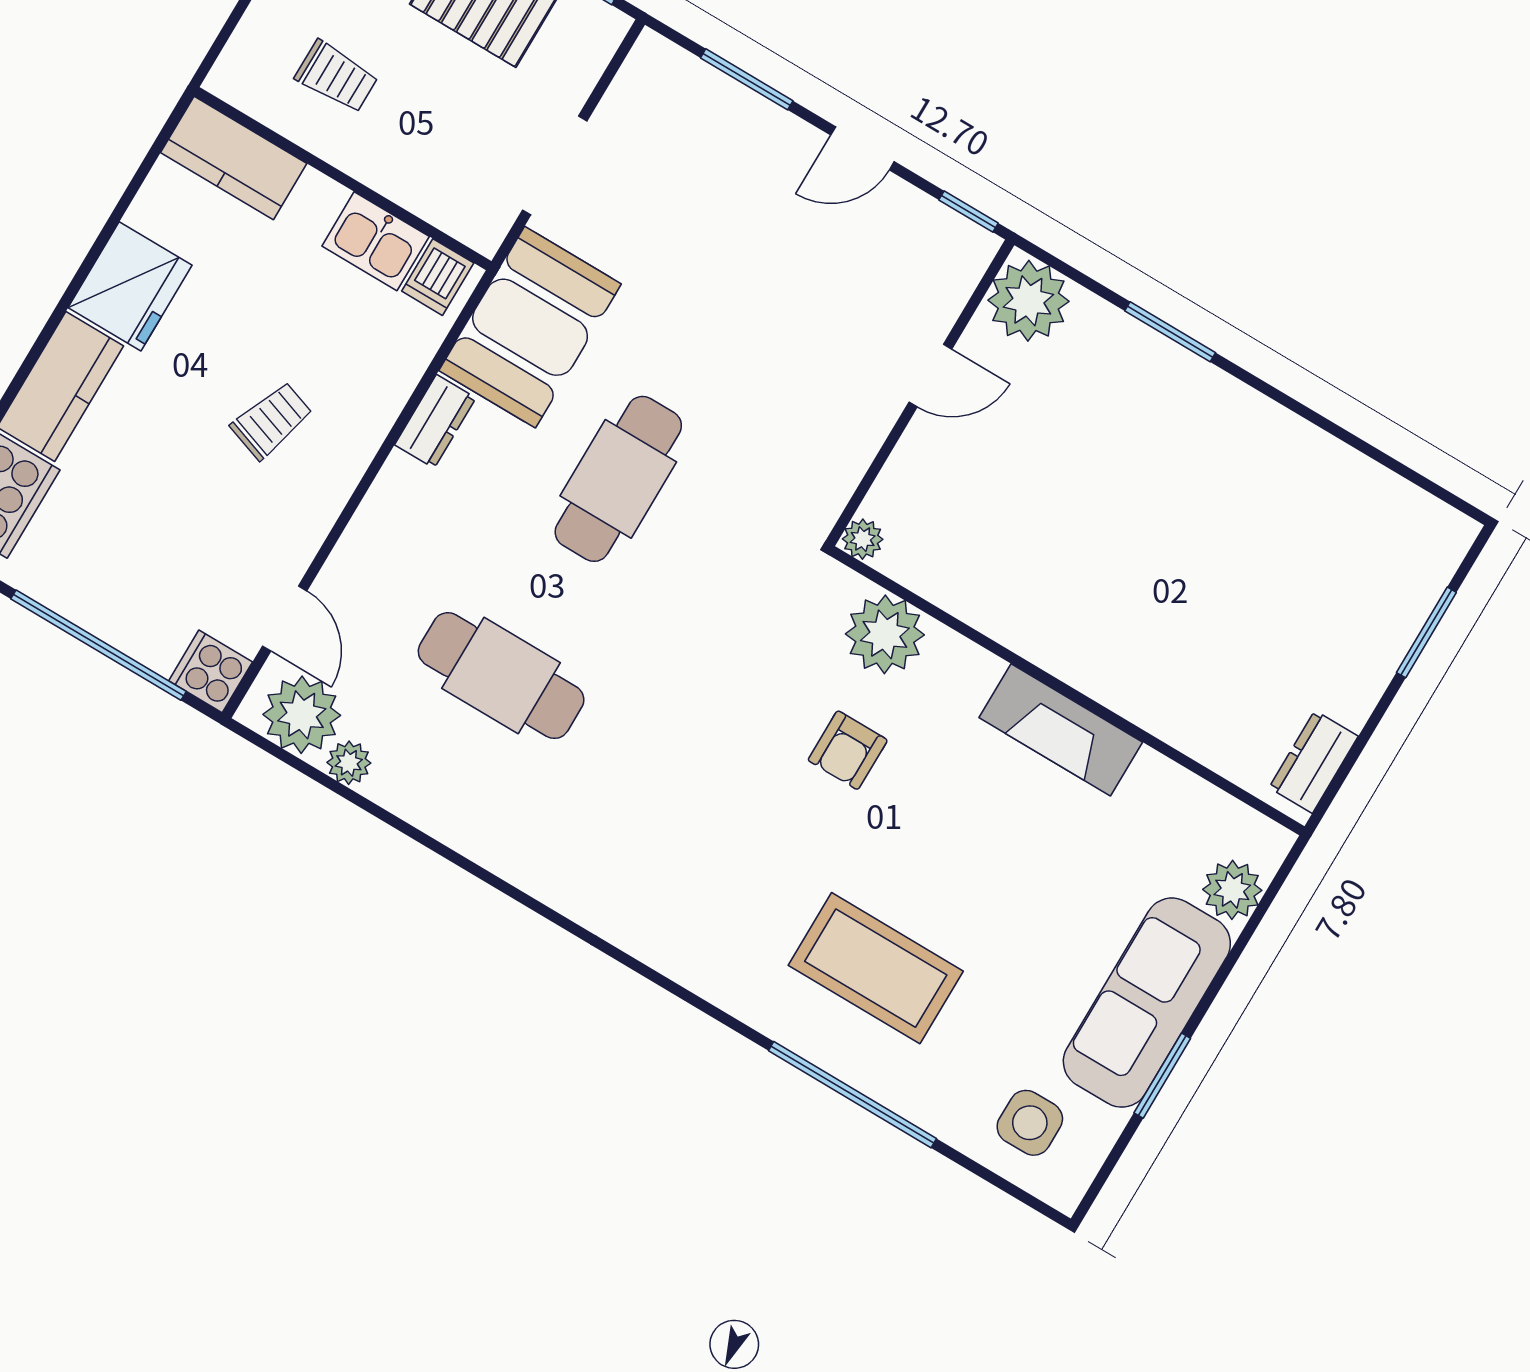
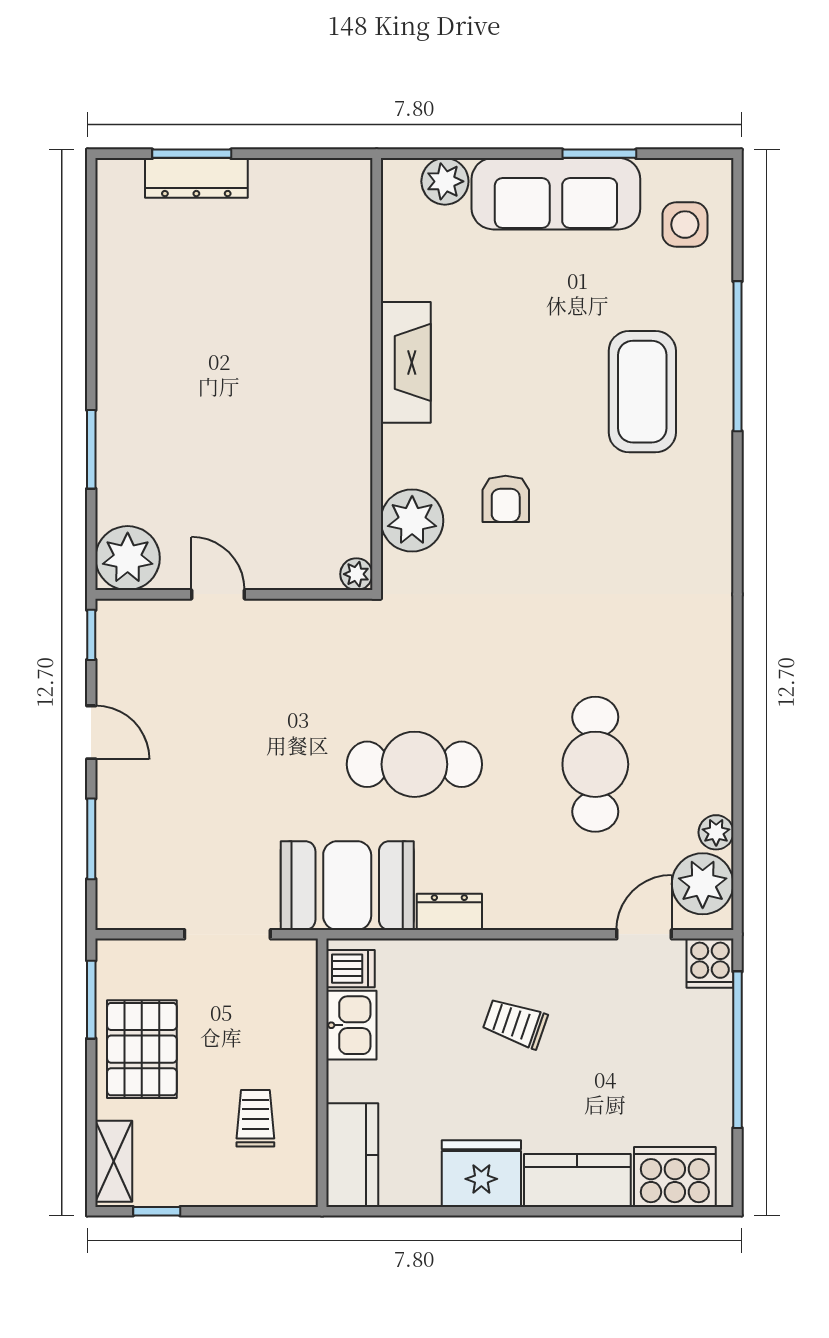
armchair: (848, 750) -> (506, 499), turned 90
dresser: (1314, 762) -> (196, 178), moved, width x1.44

